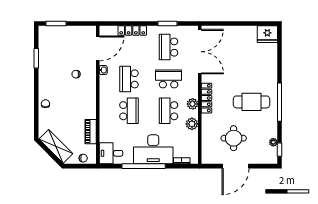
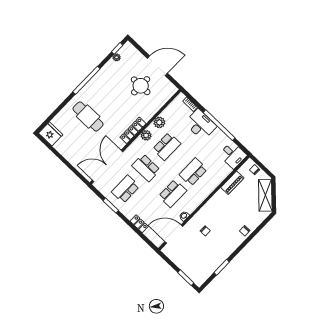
locker: (132, 31) -> (139, 224), width x0.66
school desk: (169, 47) -> (125, 189), turned 180
cafe table: (251, 102) -> (88, 116), moved
desk: (153, 149) -> (201, 125), width x0.73, depth x0.77

